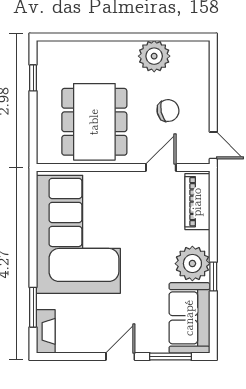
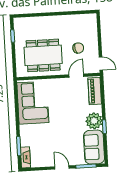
plant: (154, 56) -> (70, 22), removed
dining table: (94, 122) -> (43, 55), turned 90
corner sofa: (78, 234) -> (33, 103), width x0.73, depth x0.74
door: (120, 357) -> (62, 167), hinge flipped

